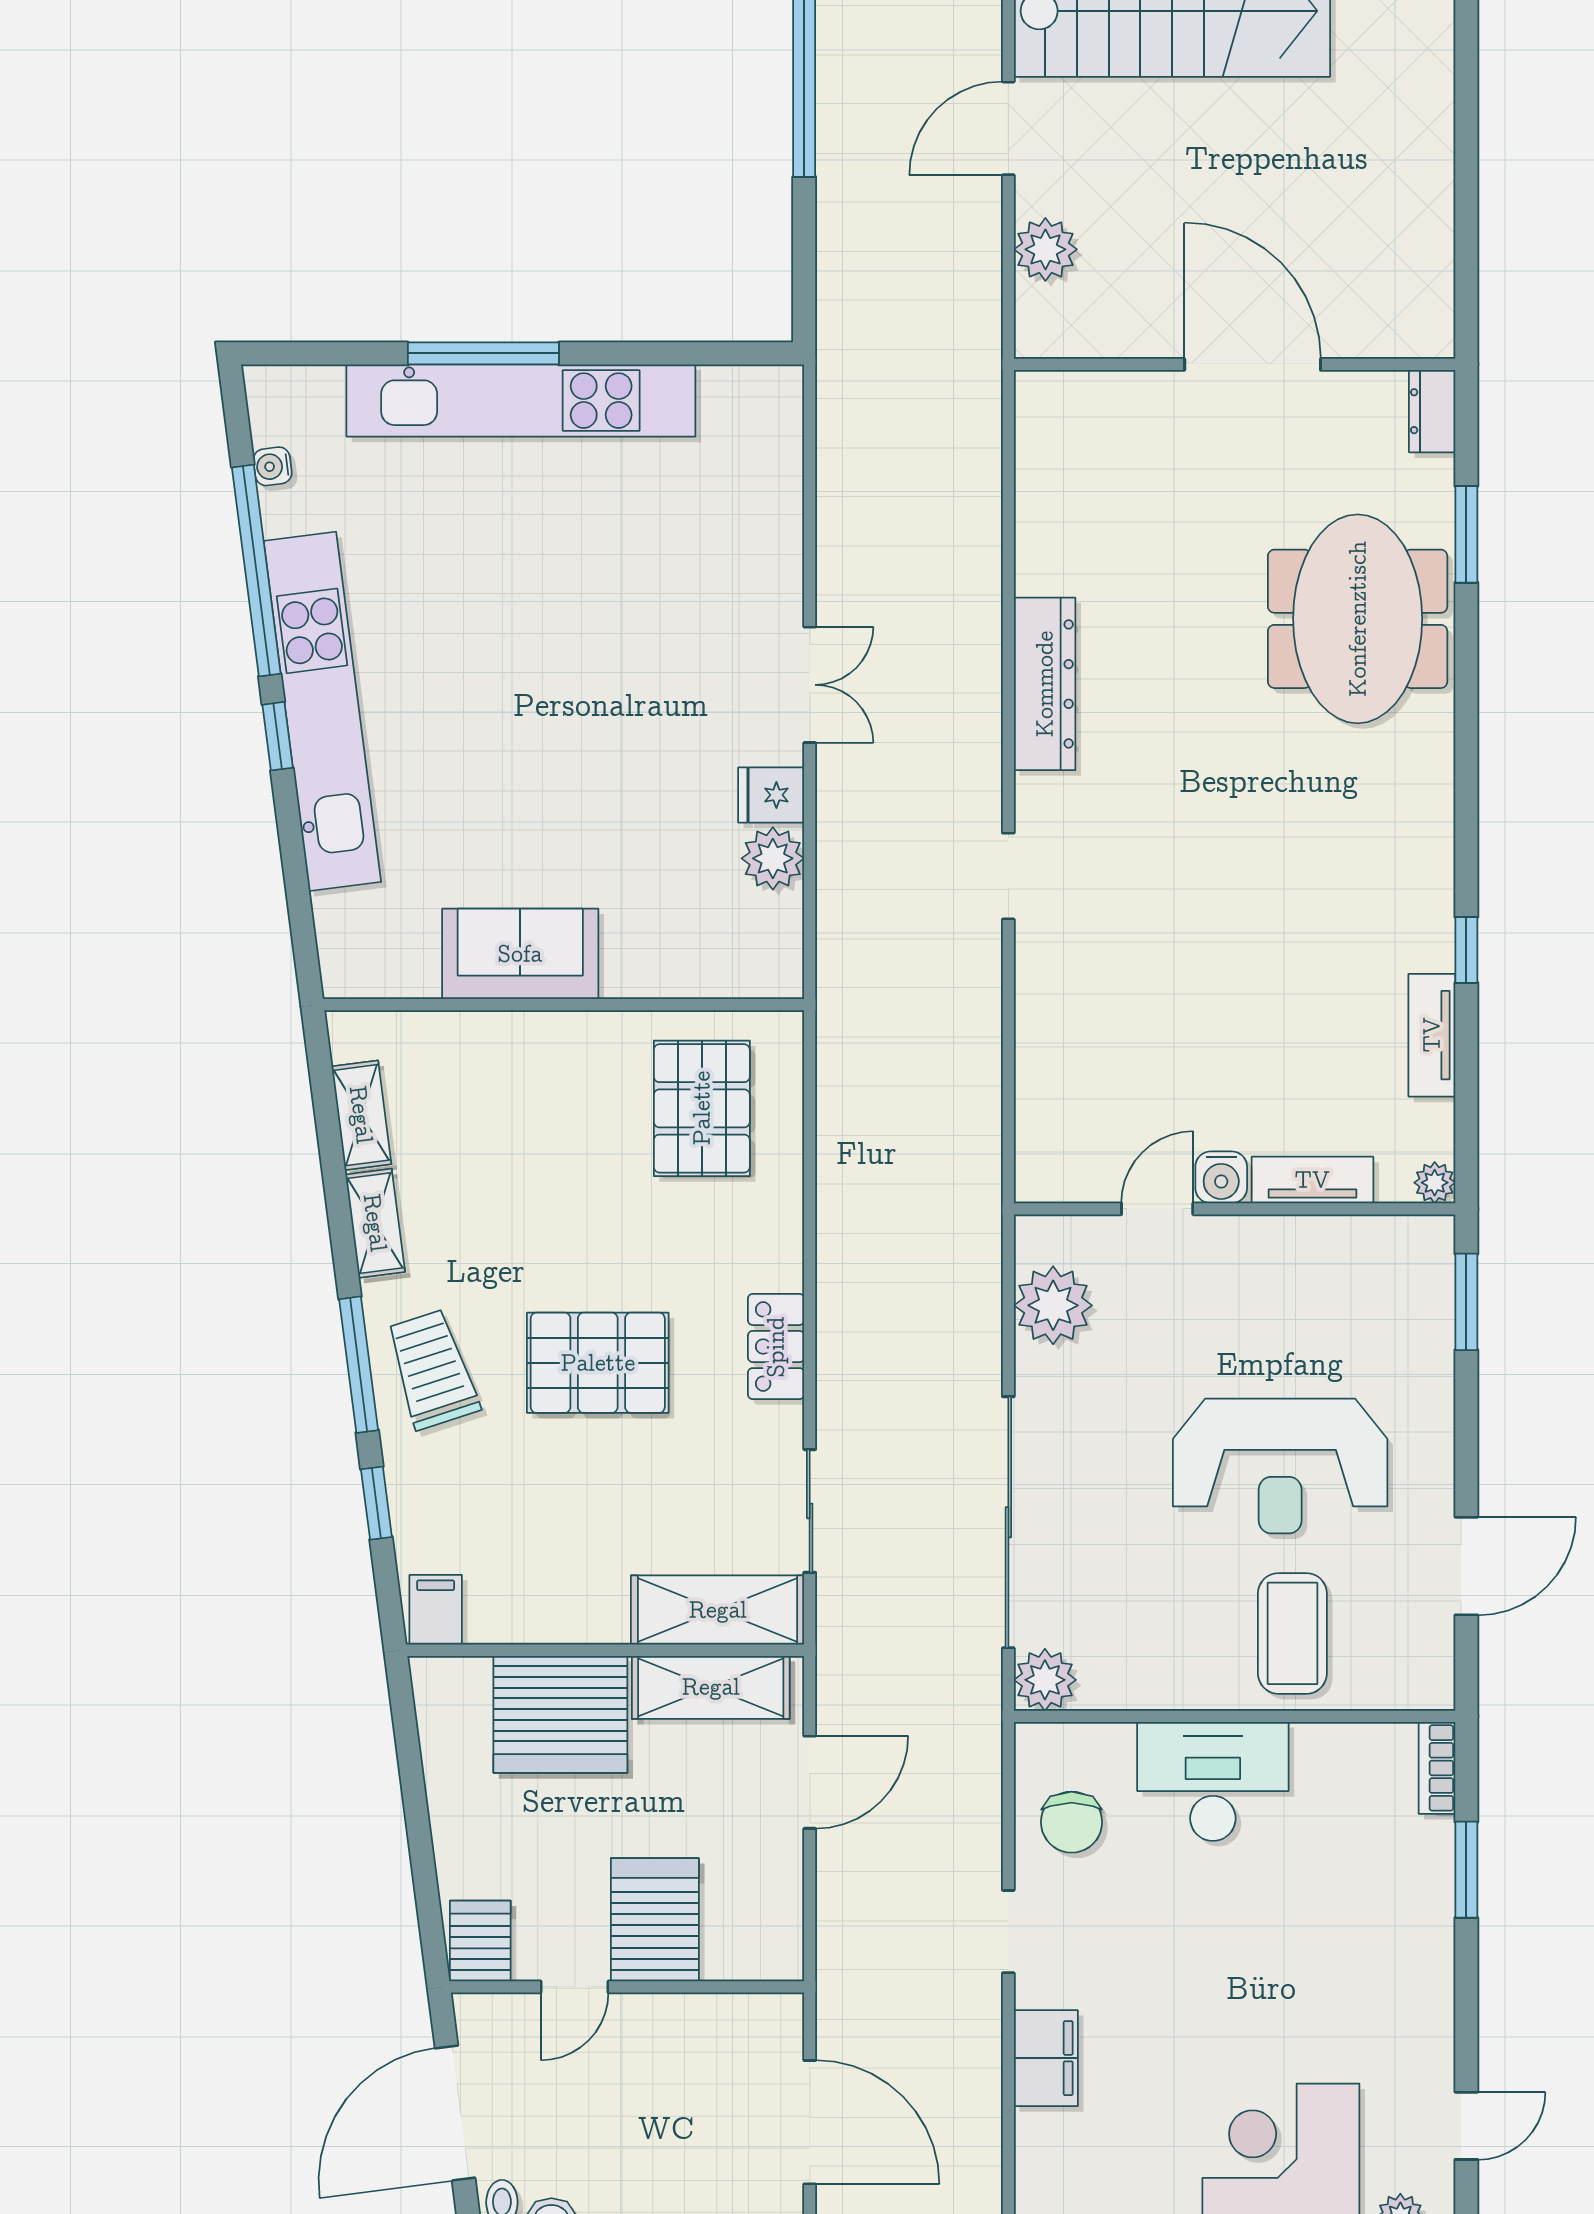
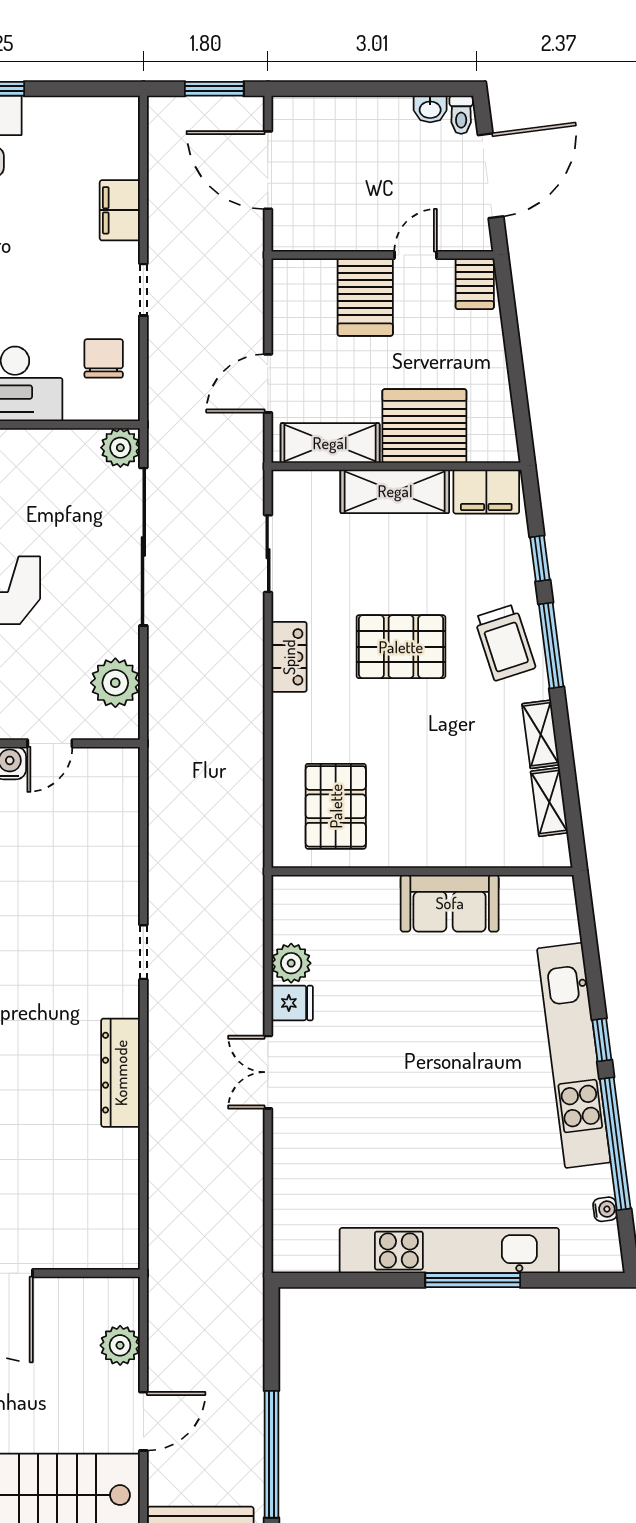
filing cabinet: (436, 1610) -> (486, 492), width x2.00
shelving: (718, 1610) -> (395, 491), moved

